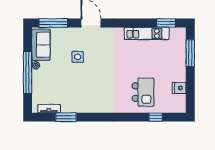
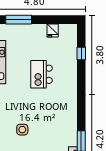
kitchen island: (143, 92) -> (41, 74), moved, turned -90

